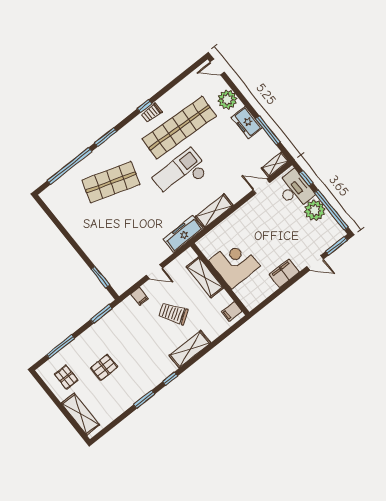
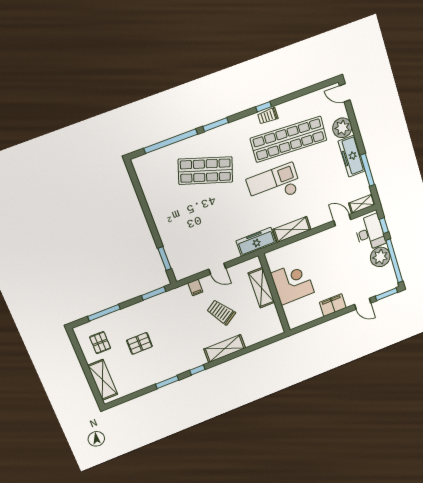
freezer: (247, 123) -> (352, 156), width x1.40
filing cabinet: (232, 311) -> (274, 325), removed

